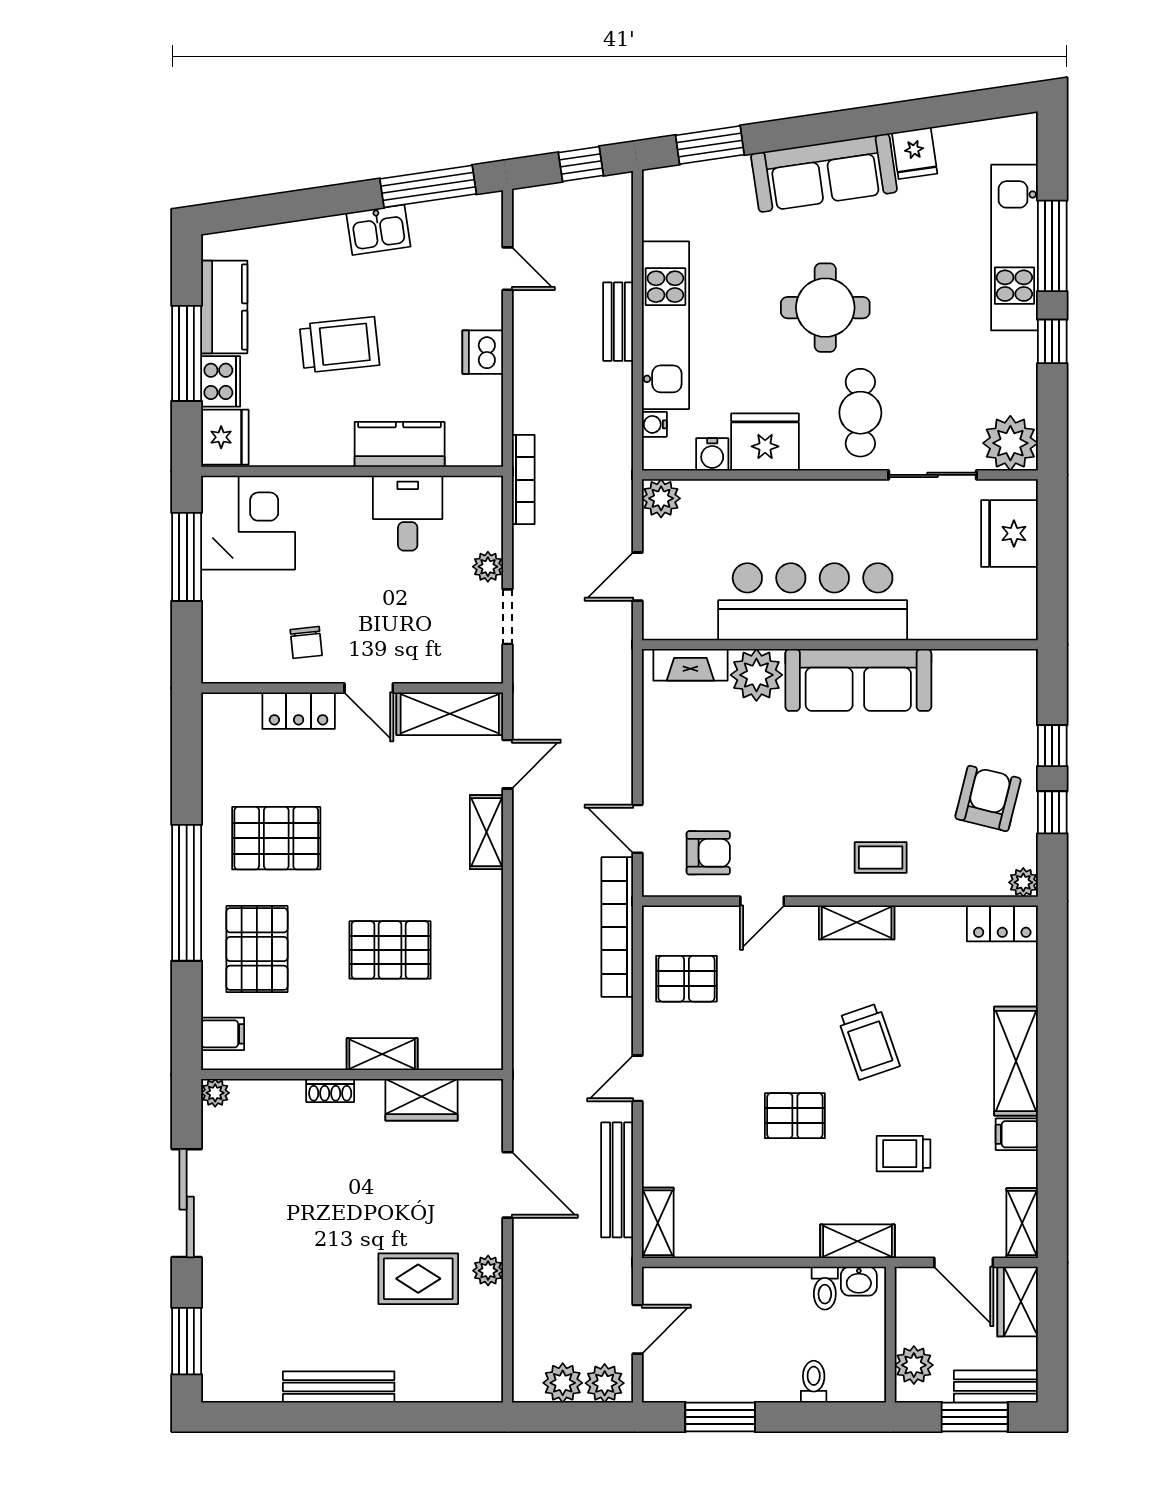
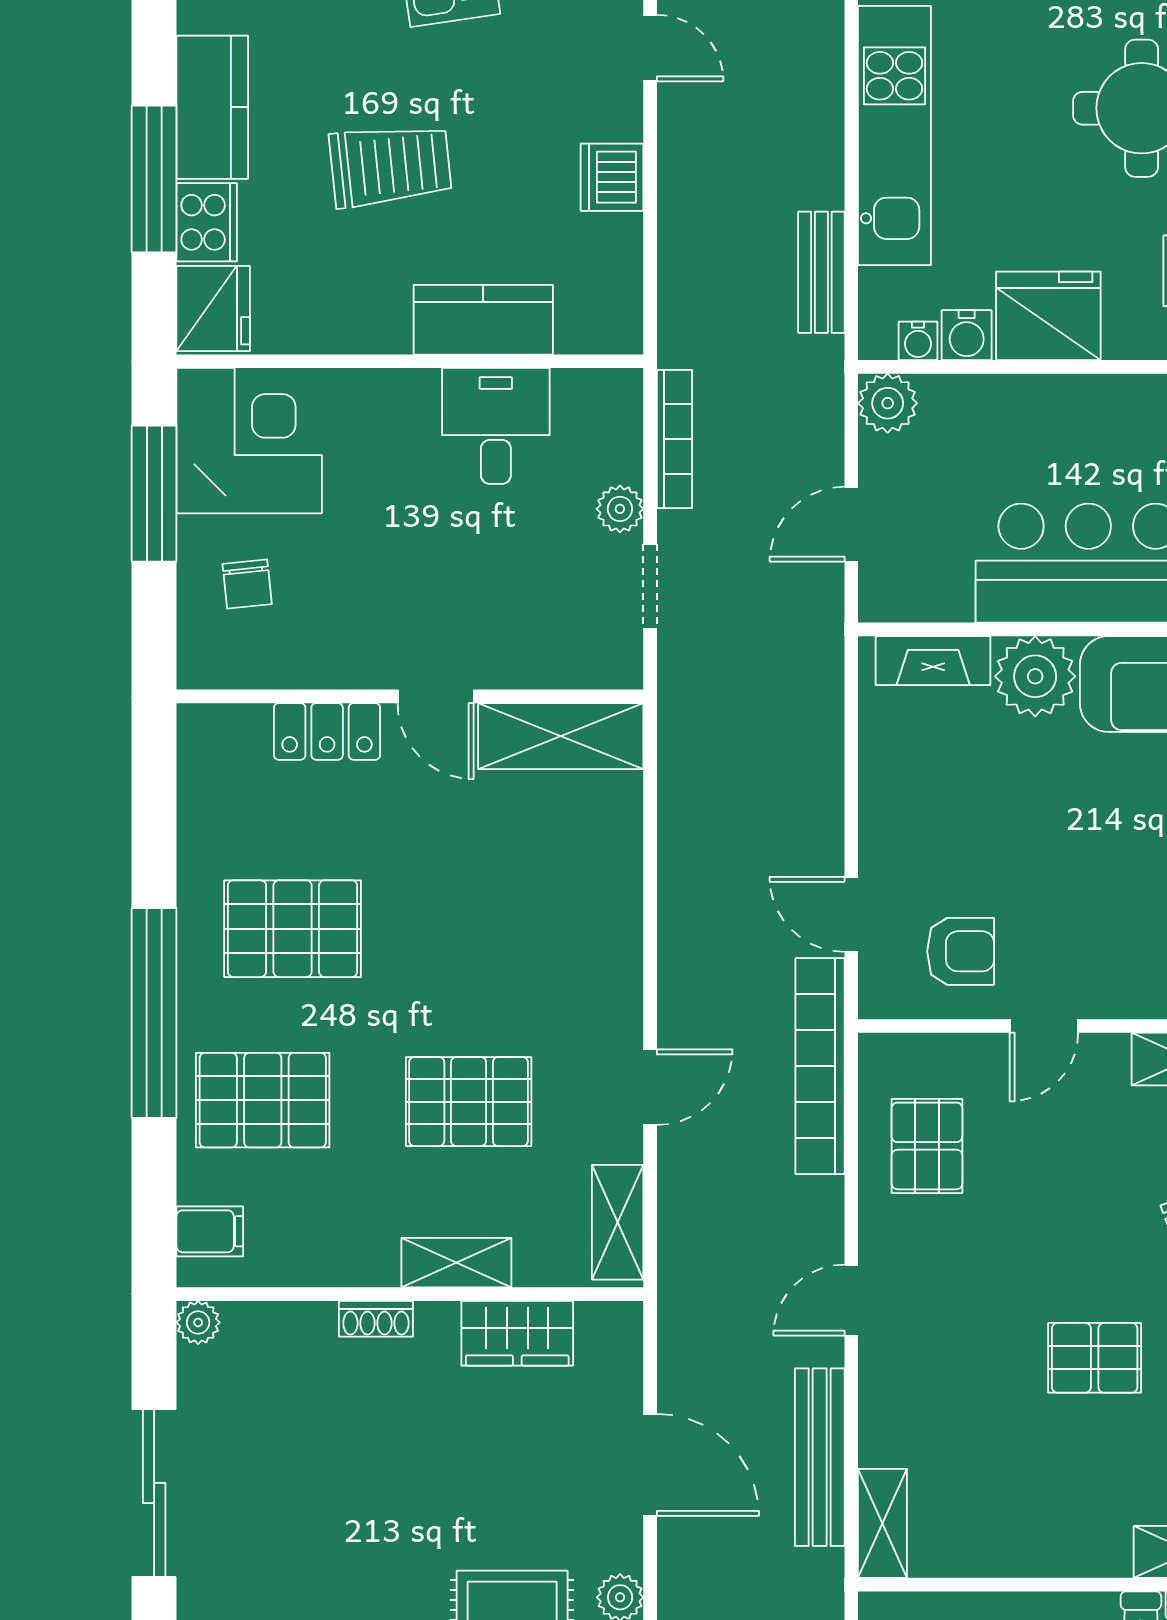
bench: (618, 322) -> (821, 272), moved
water cooler: (654, 424) -> (918, 341), moved, turned -90
bookcase: (523, 480) -> (675, 439), moved
chair: (306, 642) -> (247, 584), moved
door: (507, 764) -> (650, 1087), moved
shelving: (486, 832) -> (618, 1222), moved
pallet: (257, 949) -> (263, 1100), turned 90
pallet: (686, 979) -> (927, 1146), turned 90

